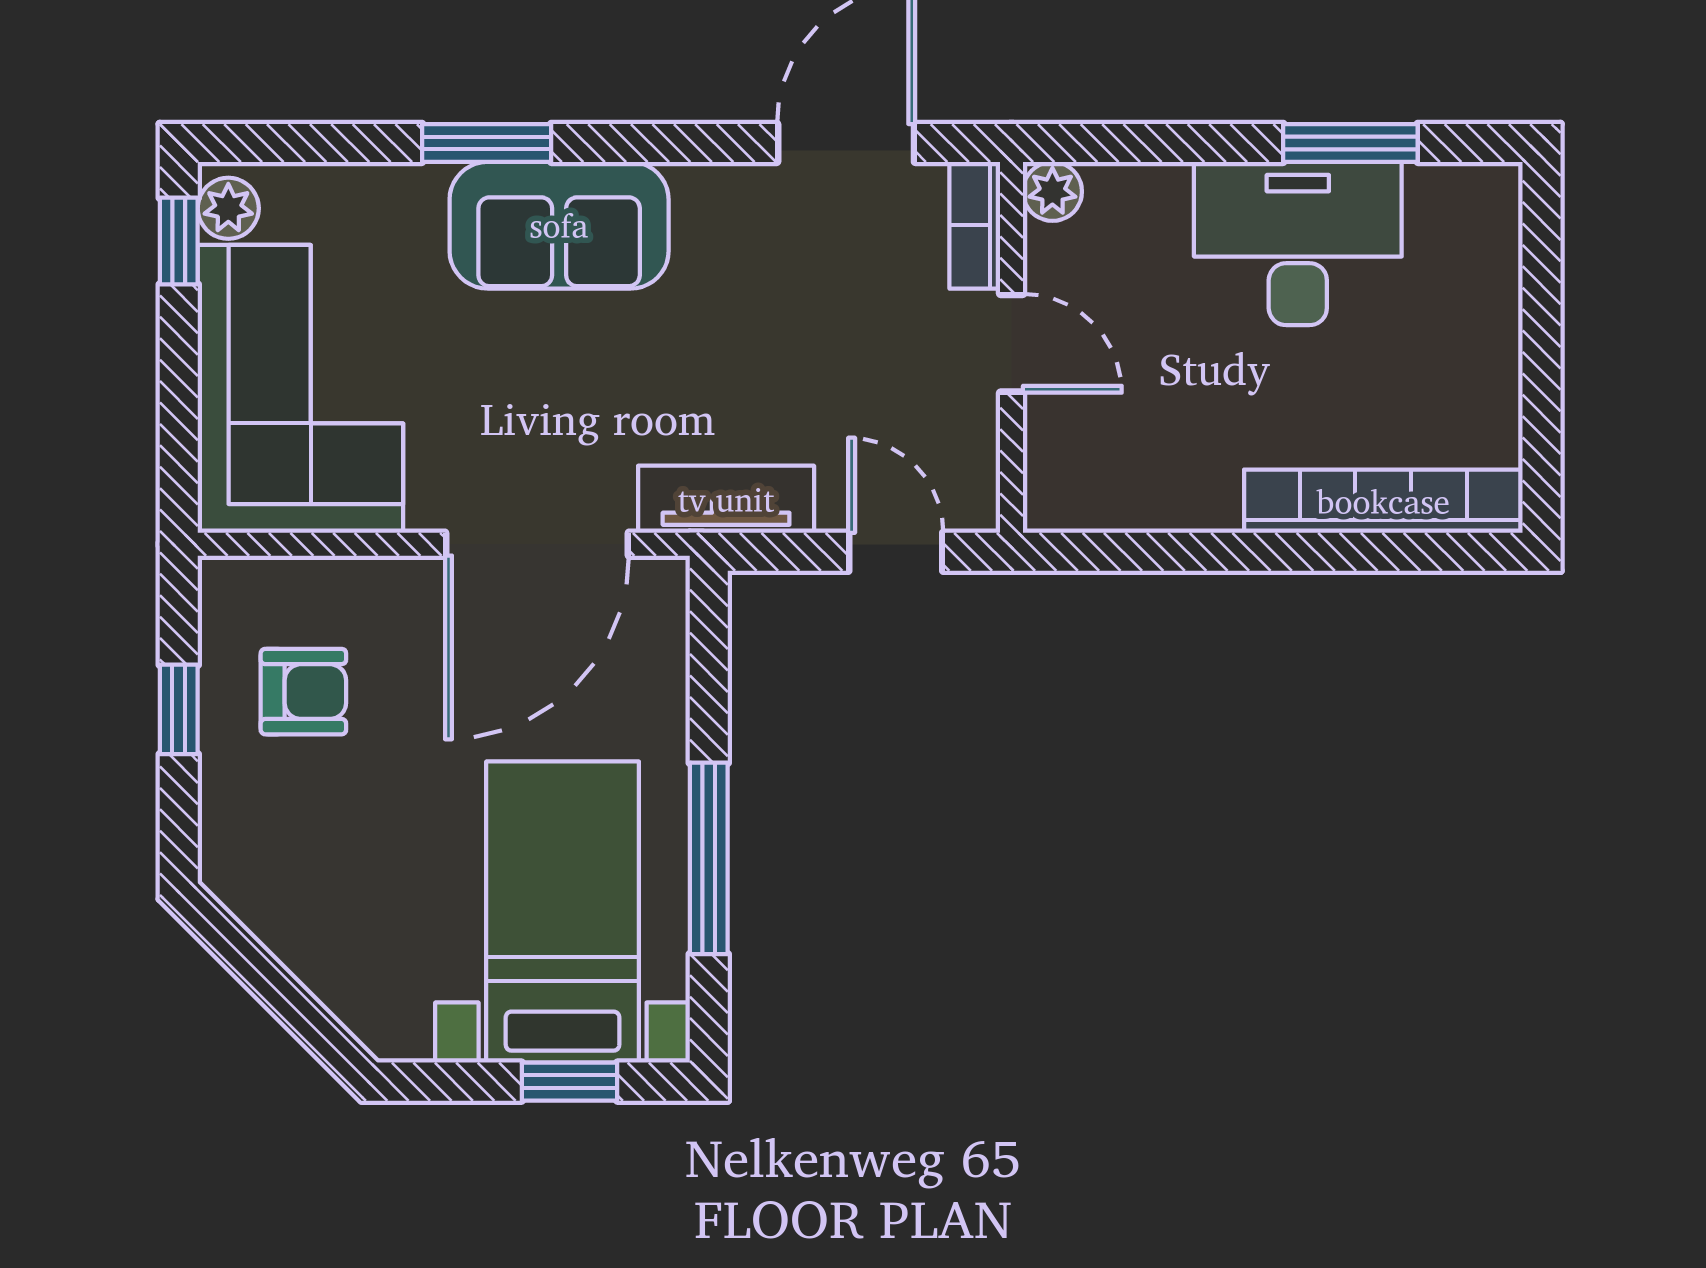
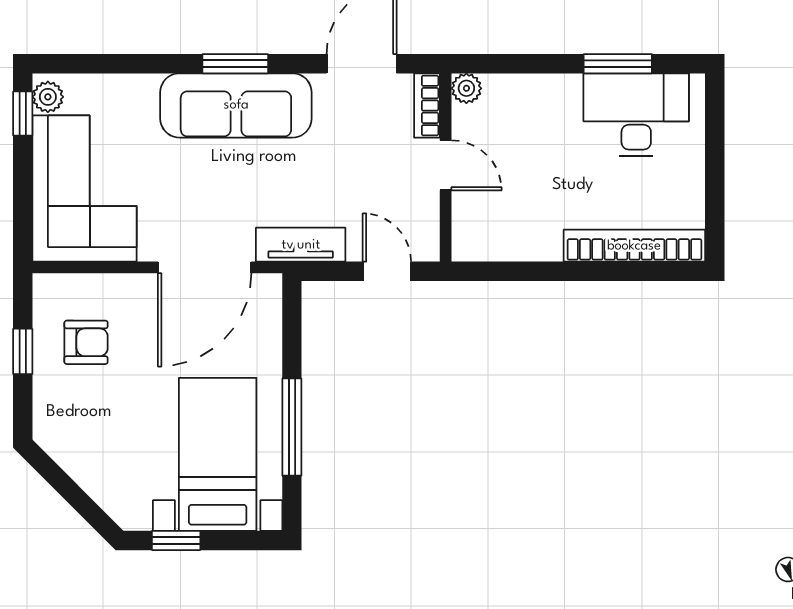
window: (487, 143) -> (235, 64), moved
sofa: (559, 225) -> (236, 105), width x1.36
desk: (1298, 244) -> (636, 115), moved
window: (569, 1082) -> (176, 540), moved

